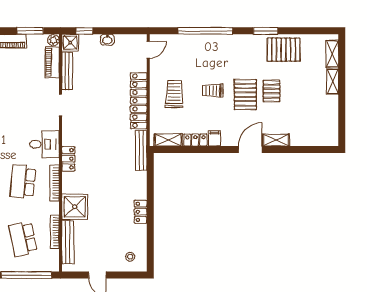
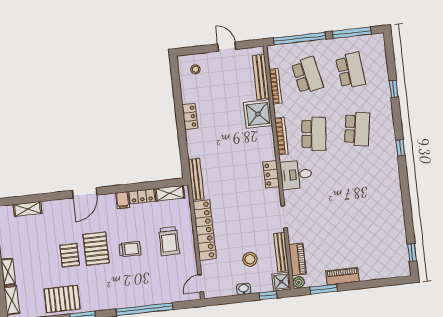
stool: (98, 68) -> (250, 259), added
shelving: (276, 140) -> (28, 209), moved
locker: (68, 159) -> (271, 174), moved

